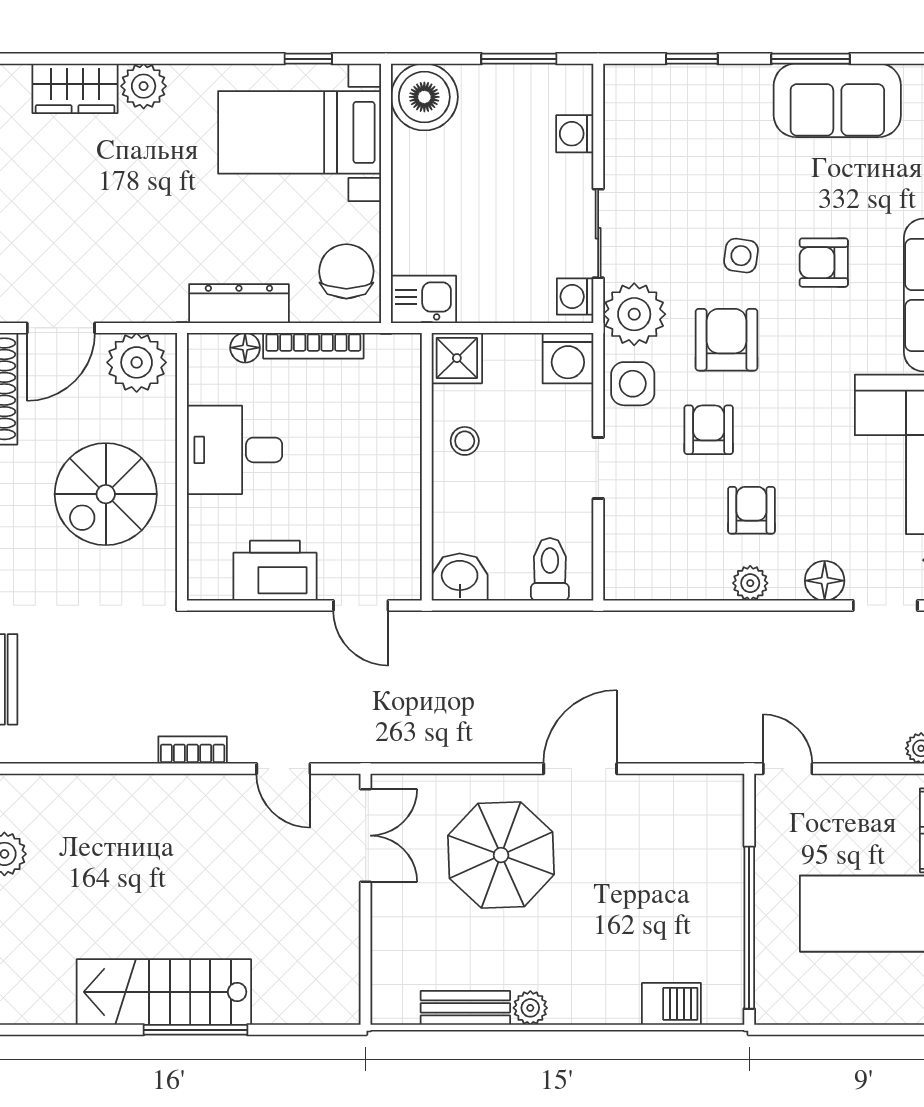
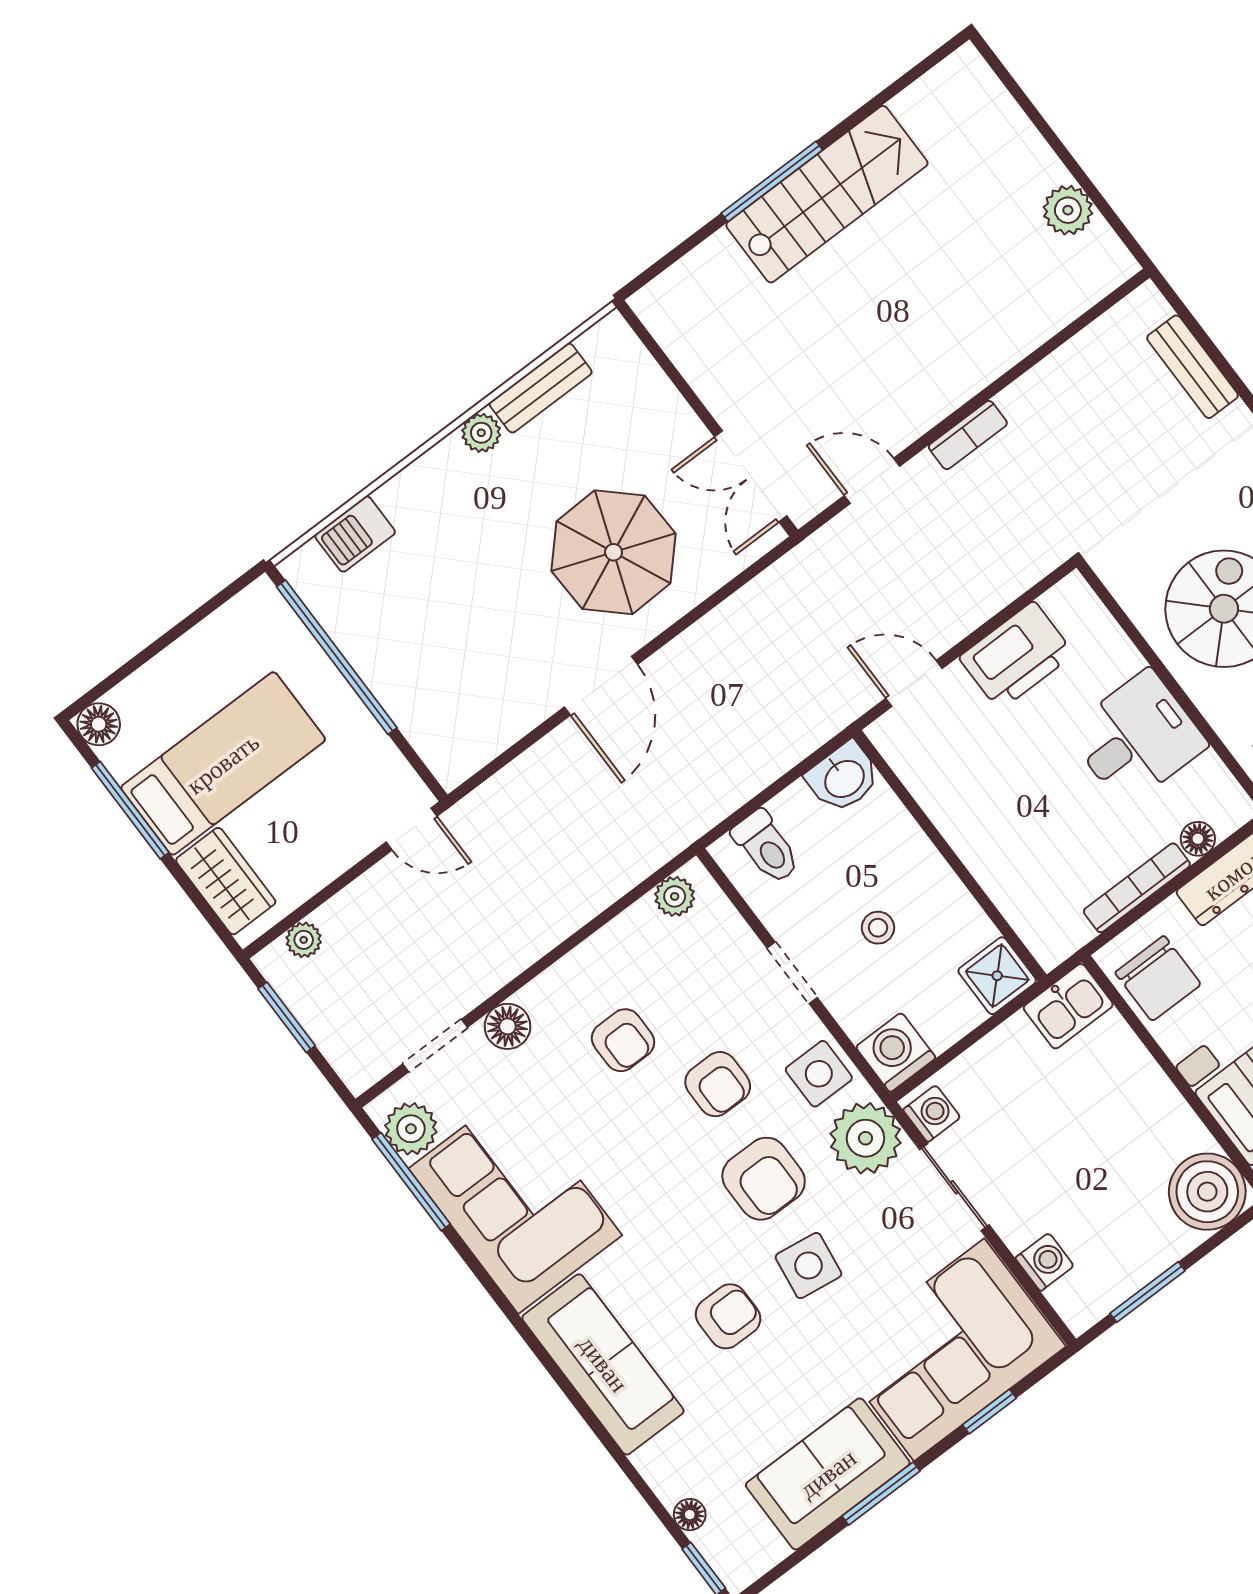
corner sofa: (687, 123) -> (949, 1350), added
side table: (741, 256) -> (808, 1266), width x1.37, depth x1.37
stool: (465, 441) -> (878, 928), moved
plant: (750, 583) -> (675, 896), moved

